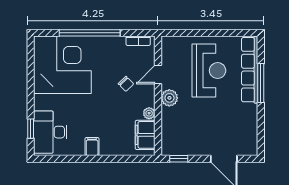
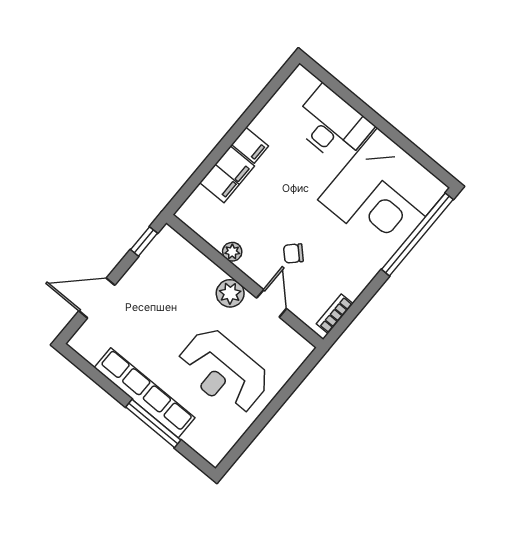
window: (90, 33) -> (417, 234), moved
row of seats: (250, 70) -> (145, 393), moved
window: (31, 129) -> (337, 87), removed
desk: (50, 132) -> (332, 125), moved
filing cabinet: (145, 135) -> (227, 174), moved, turned 90

